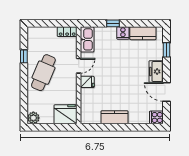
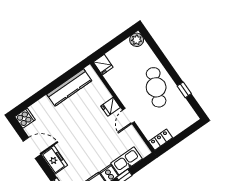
kitchen sink: (87, 39) -> (127, 161), moved, turned 90
fridge: (66, 114) -> (103, 65), width x0.53, depth x0.75
kitchen counter: (115, 117) -> (69, 88), width x1.50

